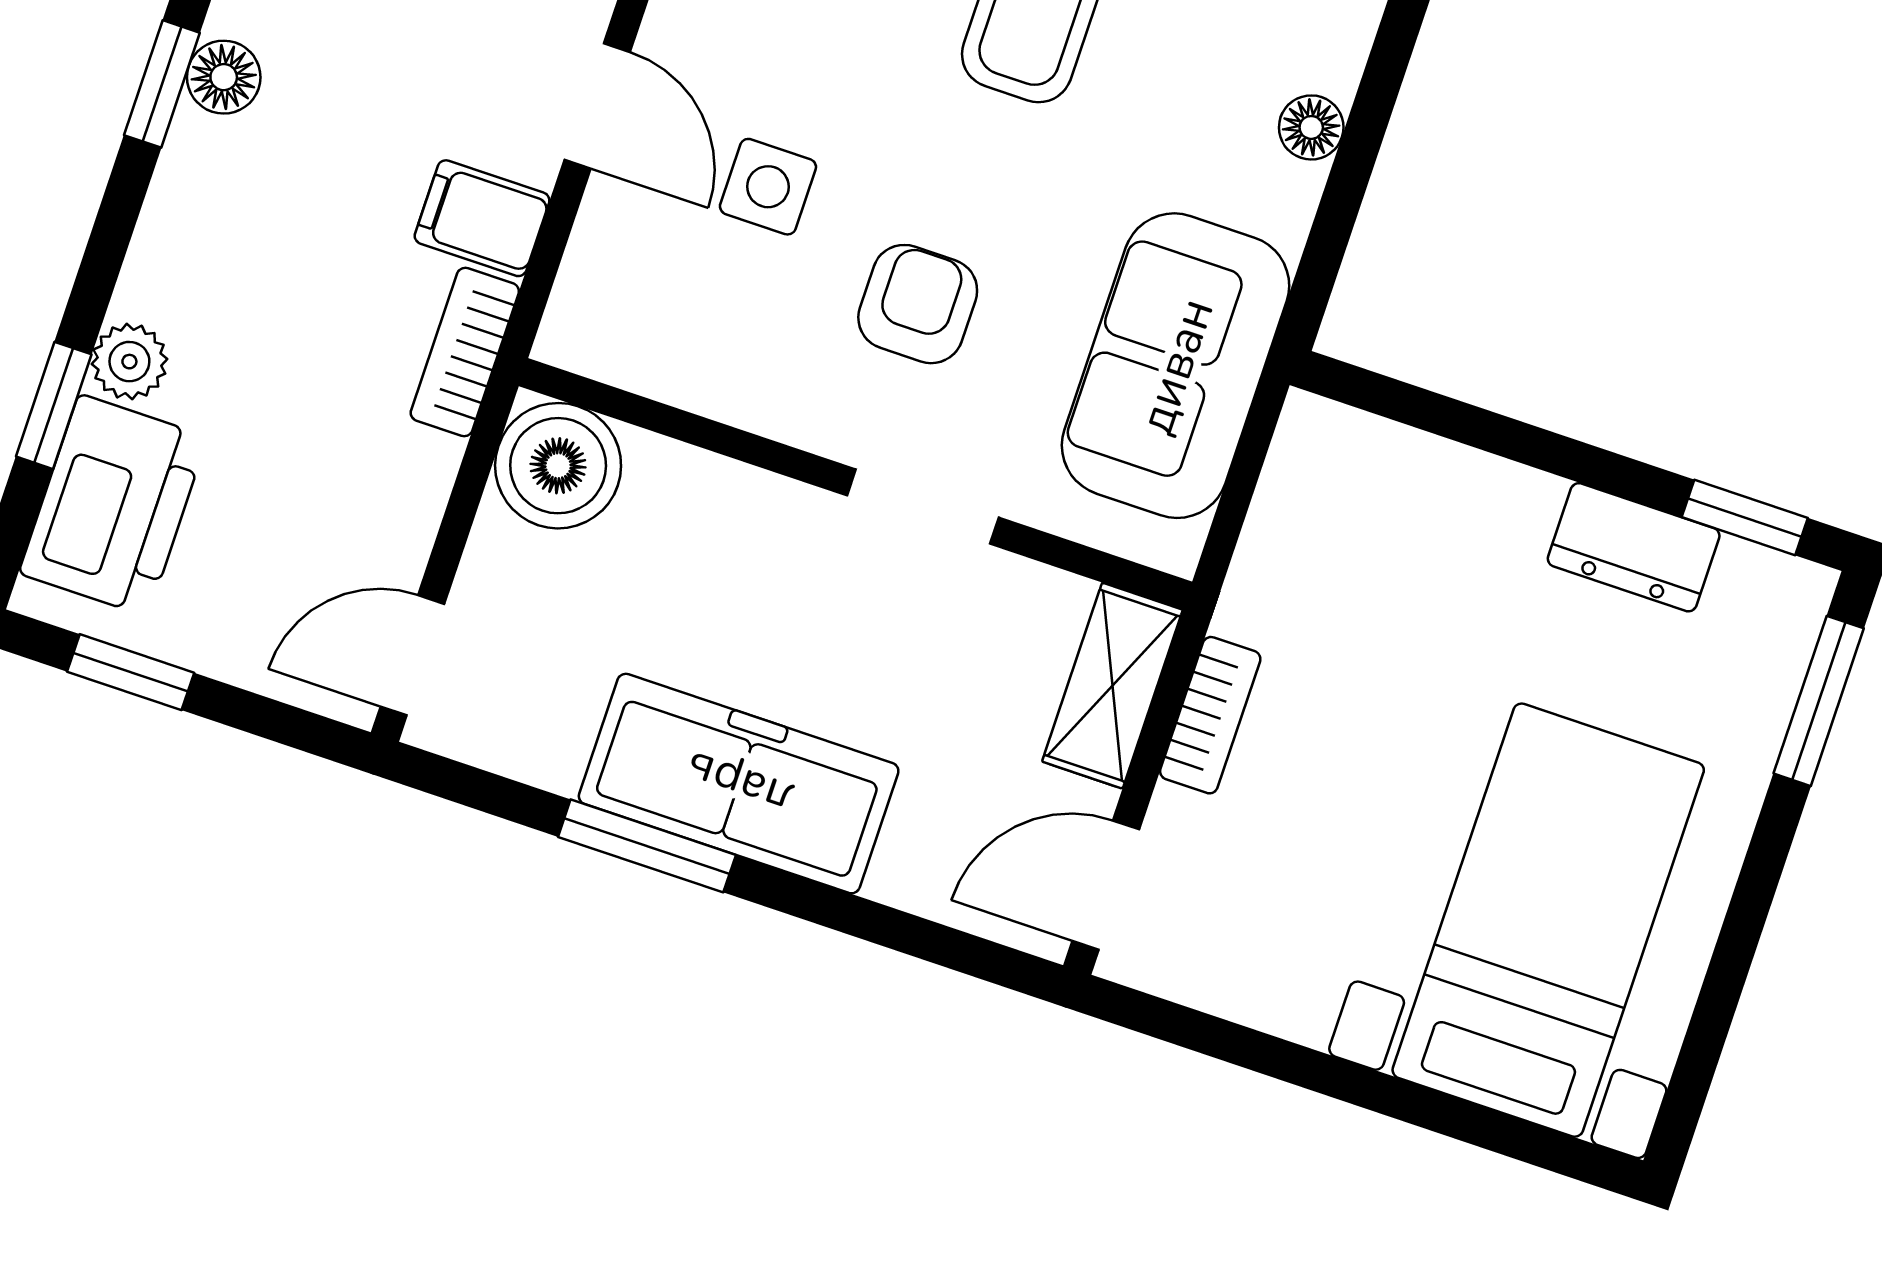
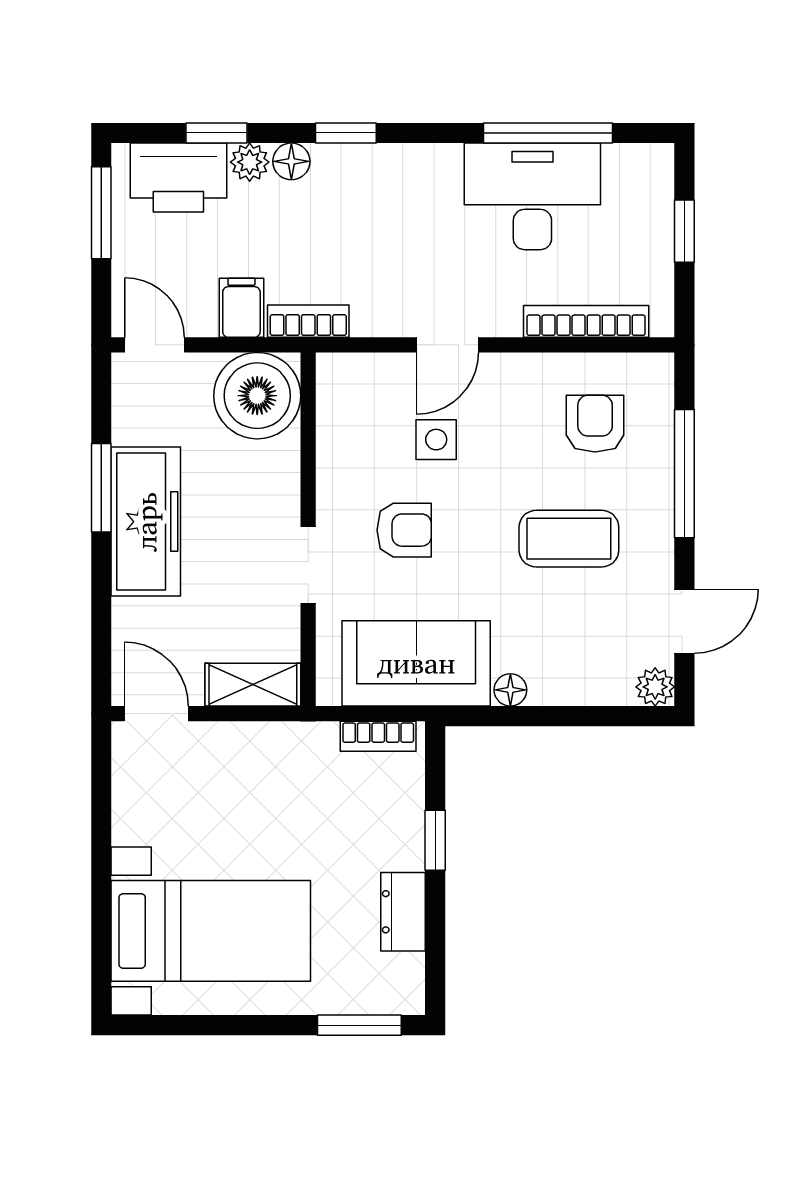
floor lamp: (224, 77) -> (291, 161), moved
window: (162, 84) -> (346, 133), moved
floor lamp: (1311, 127) -> (510, 690), moved
filing cabinet: (482, 218) -> (241, 308), moved
boiler: (558, 466) -> (257, 396), width x1.37, depth x1.37
window: (1745, 518) -> (435, 840), moved
window: (131, 672) -> (101, 213), width x1.50
bookcase: (1210, 715) -> (378, 736), moved

